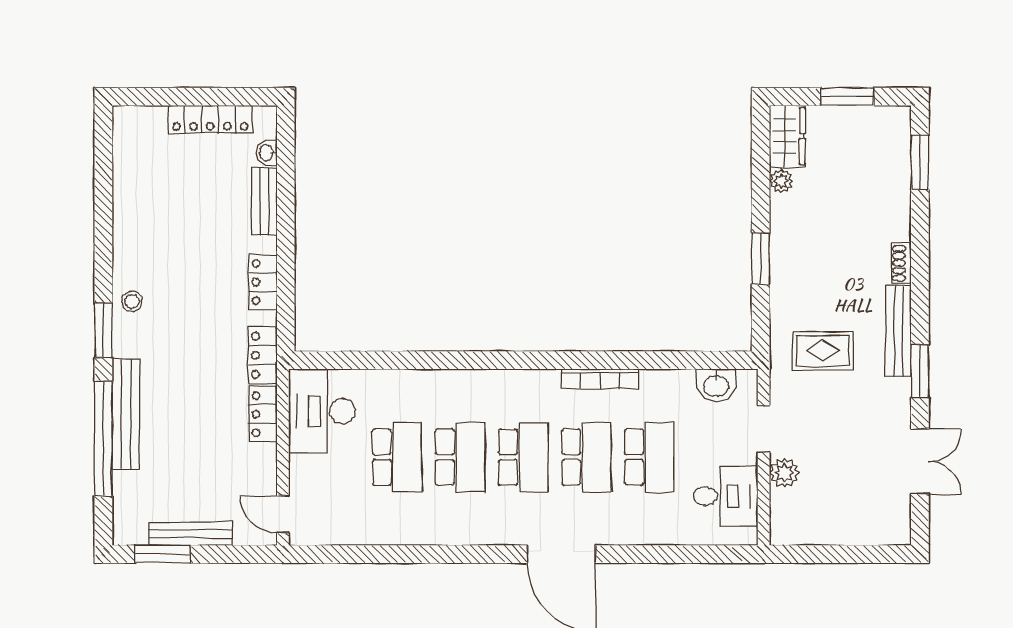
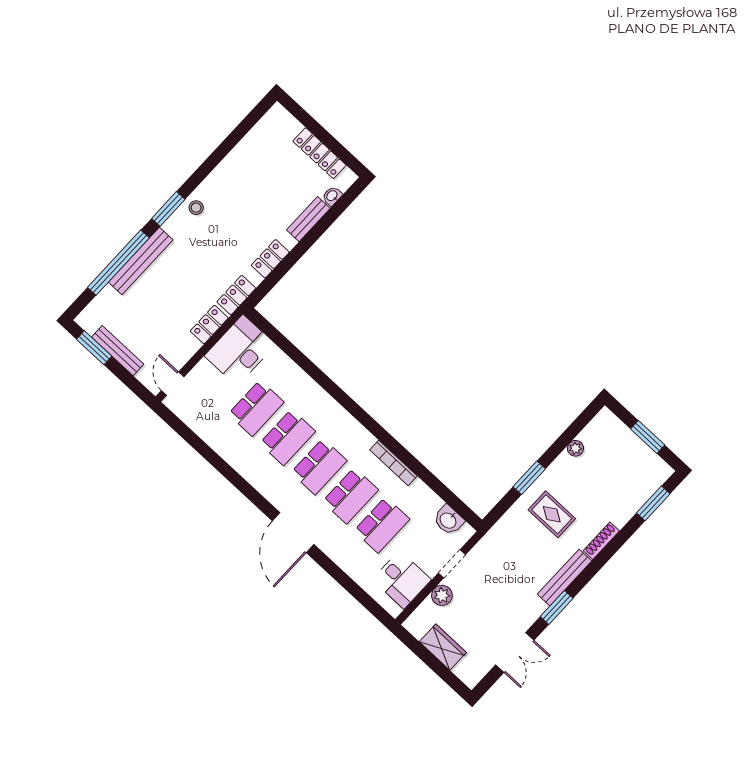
wardrobe: (787, 136) -> (443, 647), moved, turned -90
shoe rack: (901, 263) -> (601, 541), width x1.43
rug: (823, 351) -> (552, 514), moved

